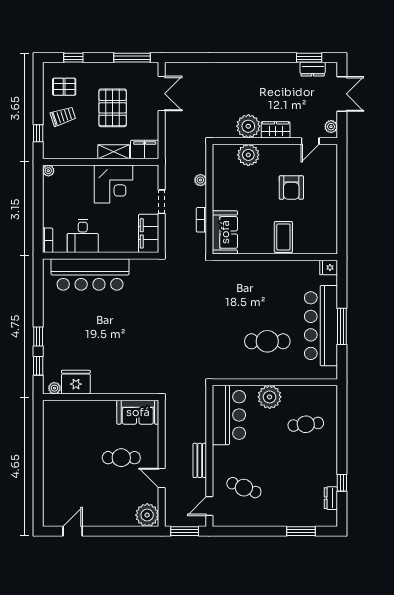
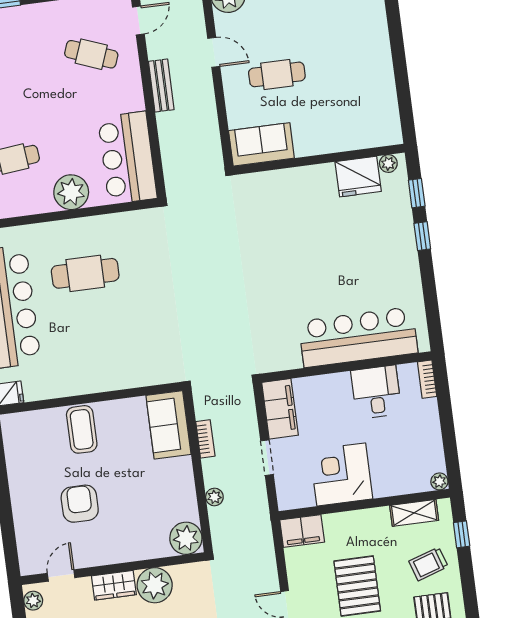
shelving: (114, 152) -> (414, 513), moved
plant: (248, 155) -> (186, 538), moved

